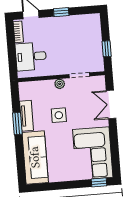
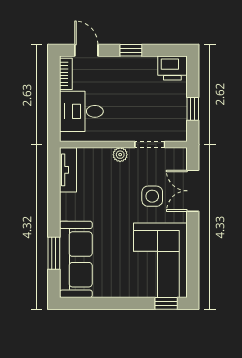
printer: (90, 22) -> (172, 68), added
side table: (59, 115) -> (152, 196), moved
tv unit: (26, 116) -> (68, 170), moved
window: (17, 124) -> (54, 253), moved

